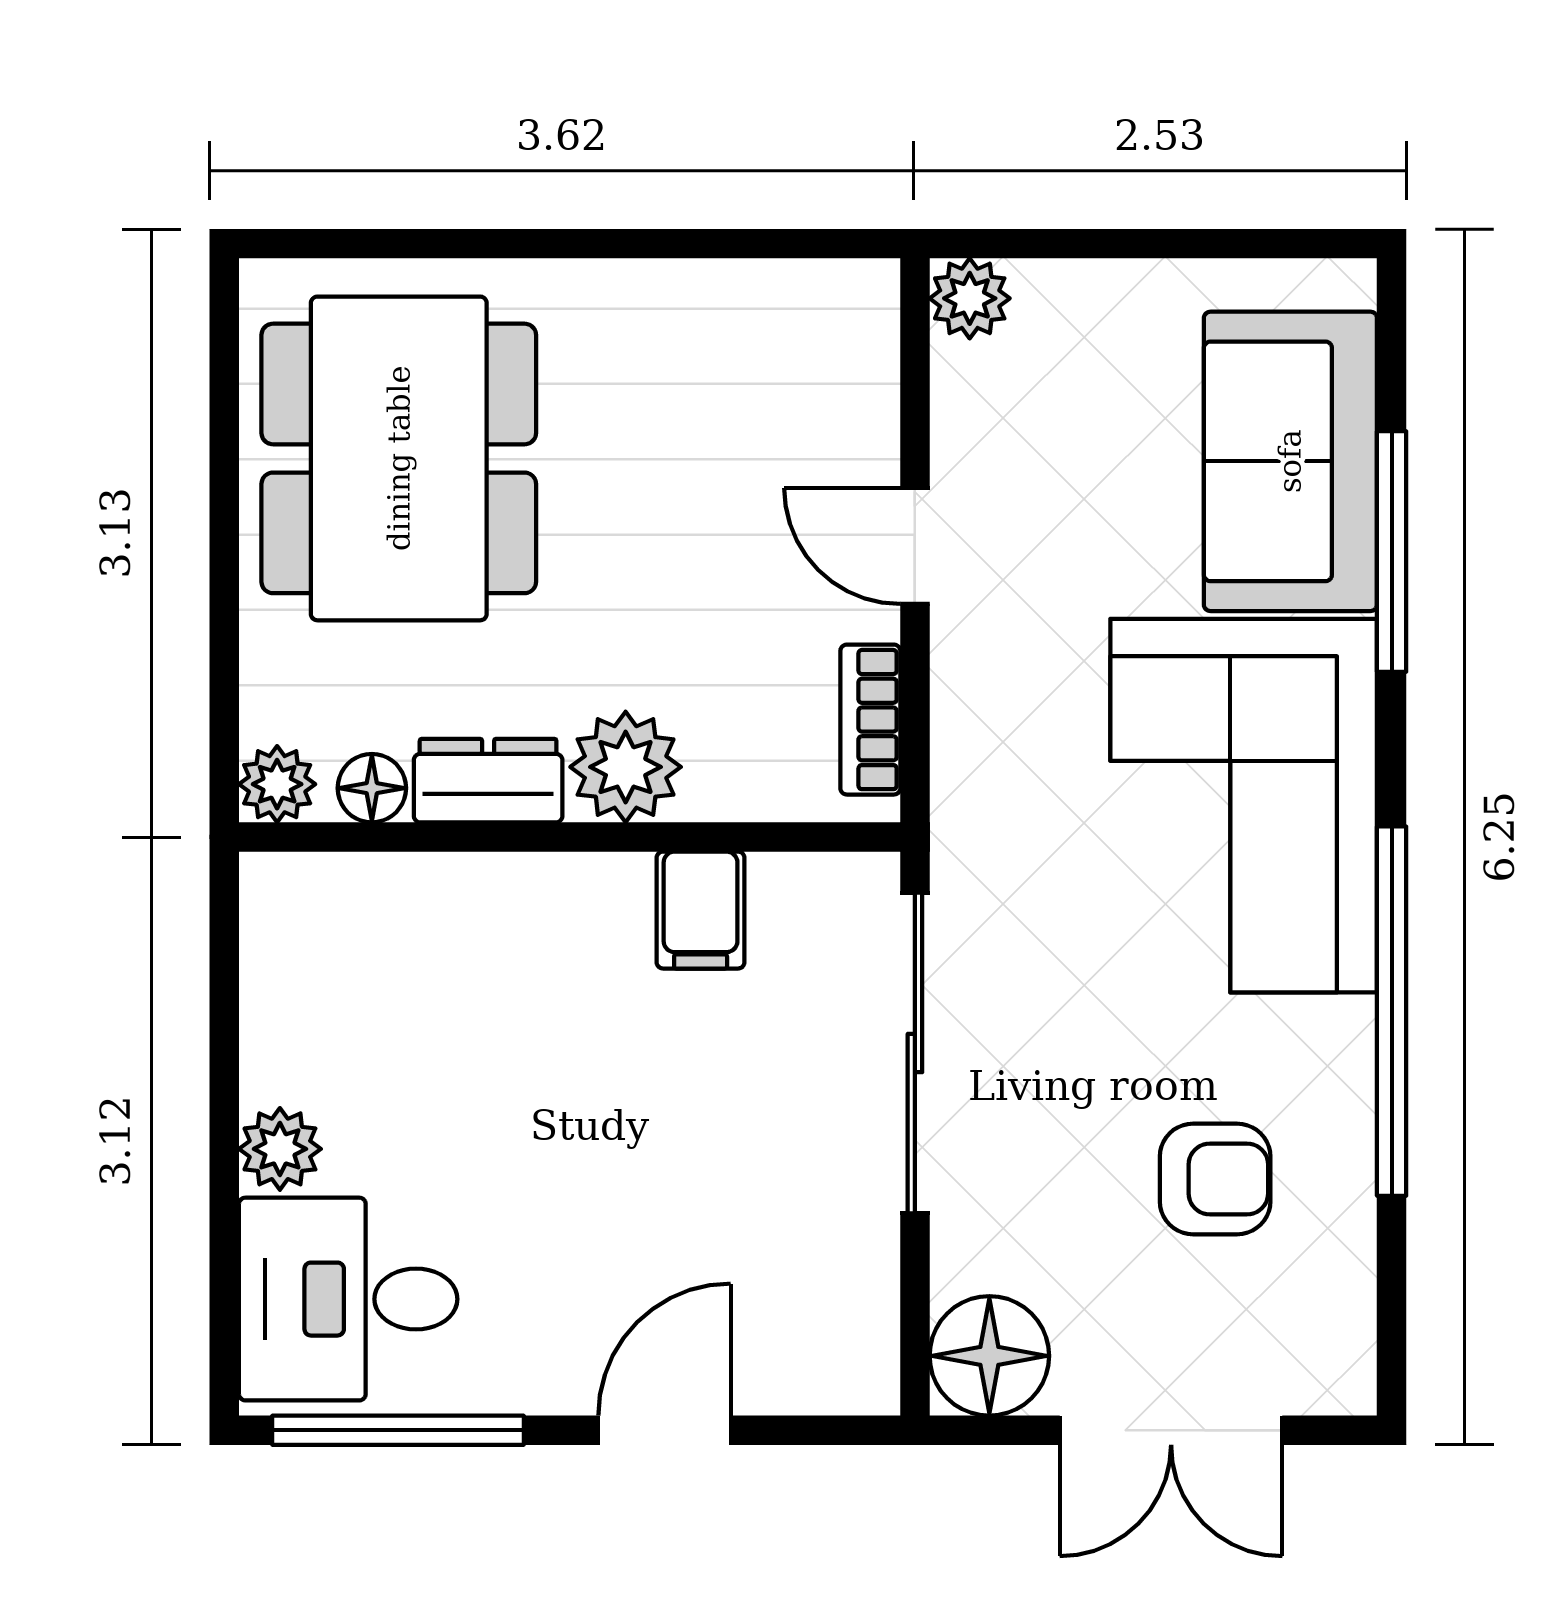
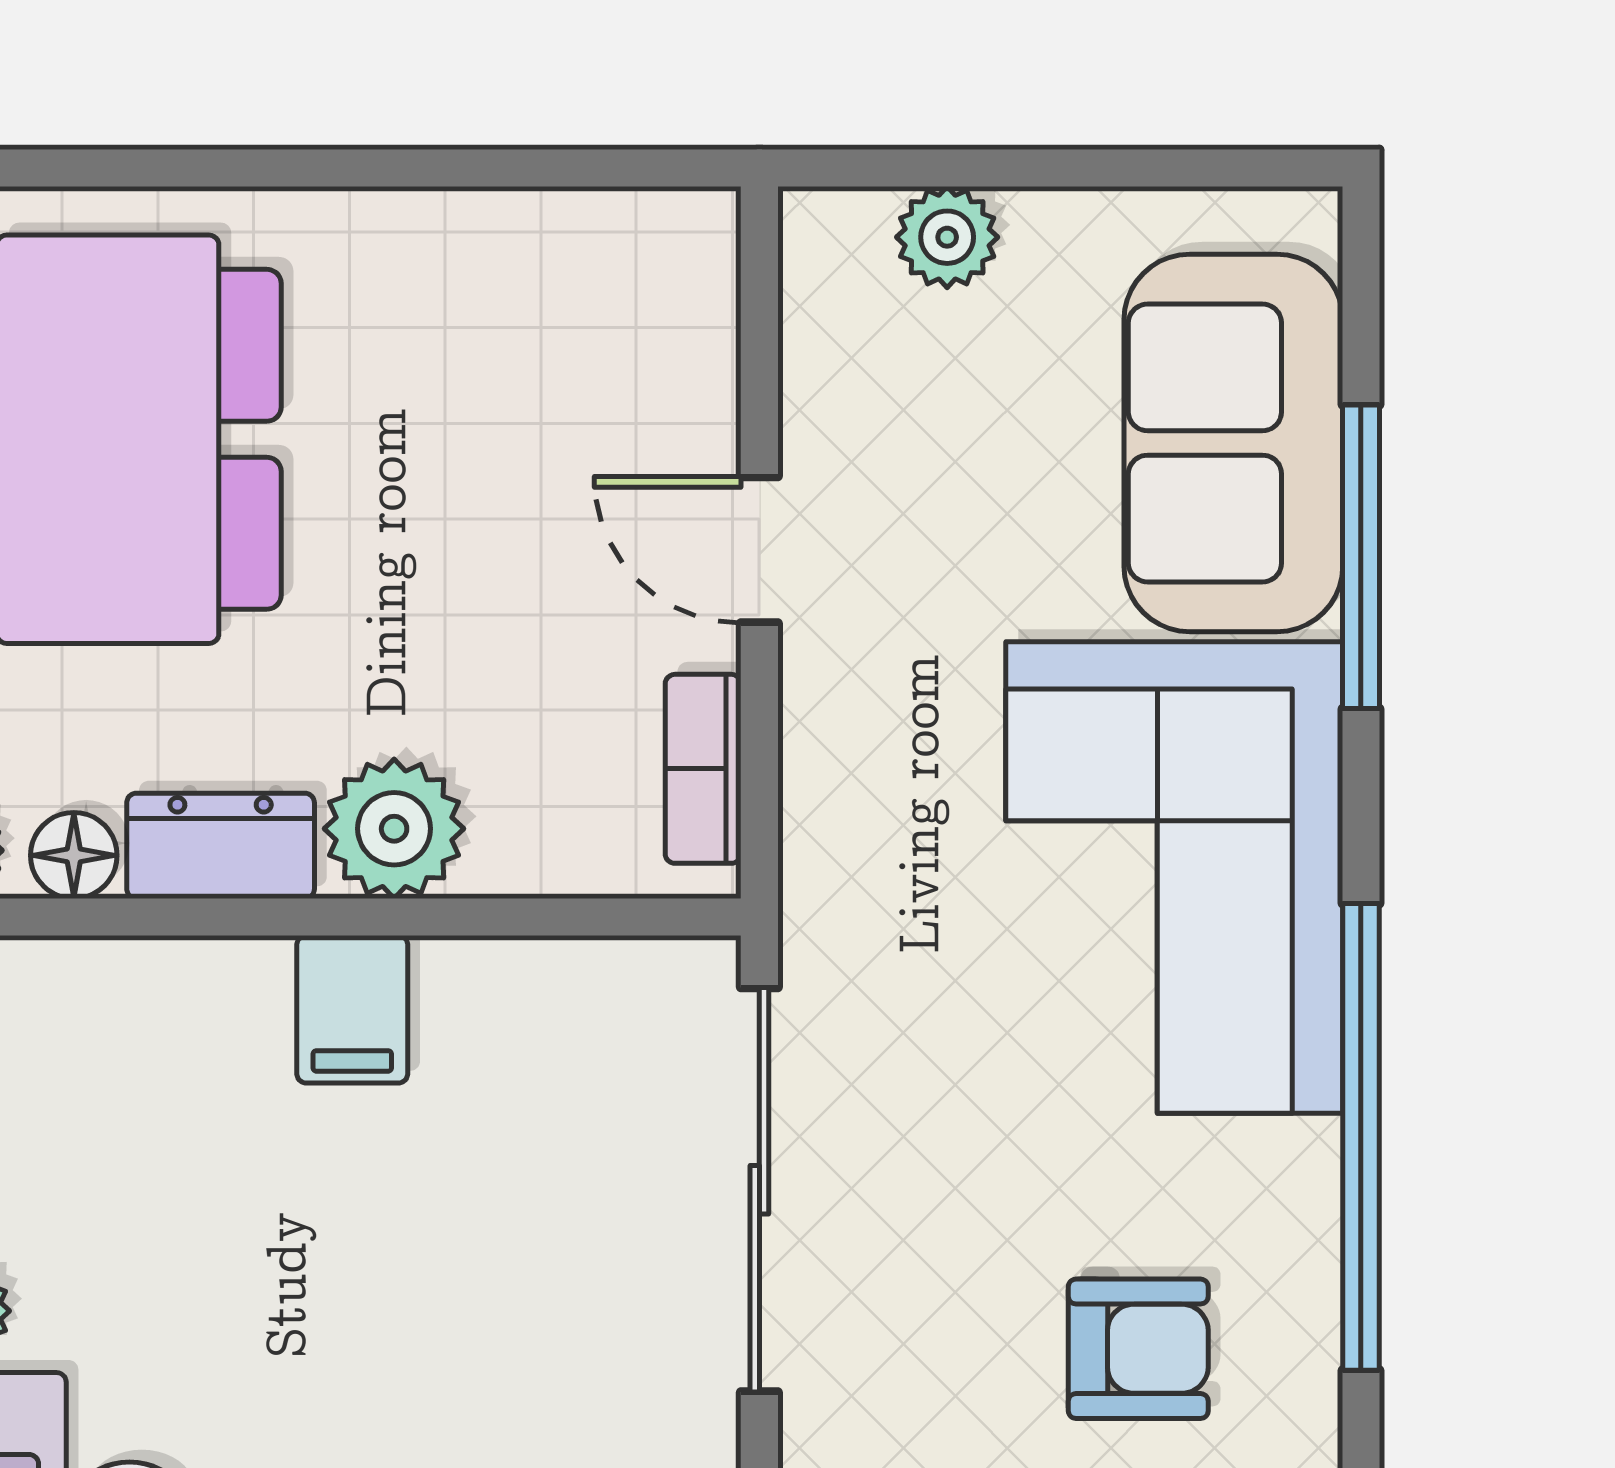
plant: (970, 298) -> (947, 237), moved
filing cabinet: (701, 910) -> (352, 1009), moved

